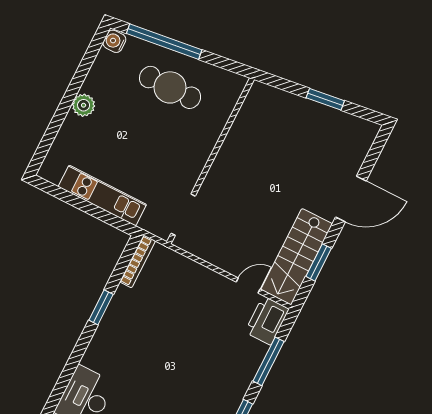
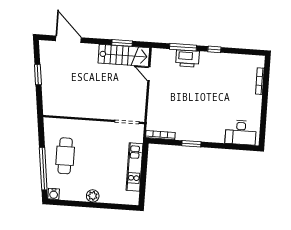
door: (351, 199) -> (68, 39), moved
printer: (267, 320) -> (187, 59), moved

